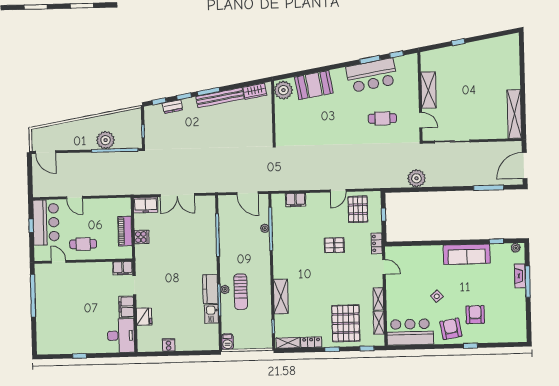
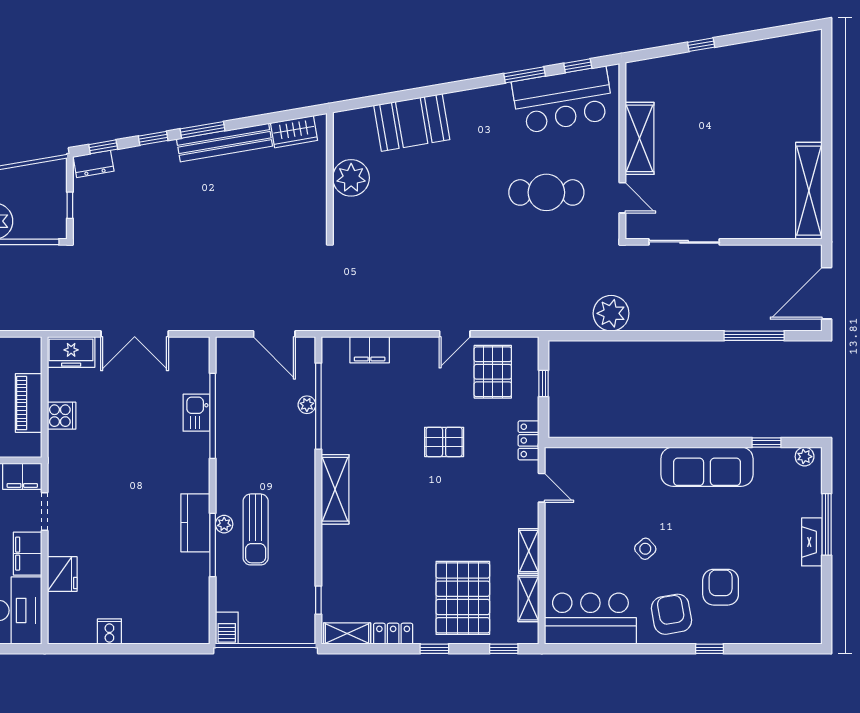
bar counter: (372, 75) -> (563, 100), moved
plant: (283, 90) -> (351, 178), moved
dresser: (173, 106) -> (94, 164), moved
cafe table: (382, 118) -> (546, 192), width x1.37, depth x1.35
fireplace: (520, 276) -> (812, 542), moved
shelving: (281, 296) -> (335, 489), moved
kitchen sink: (211, 314) -> (196, 413), moved

